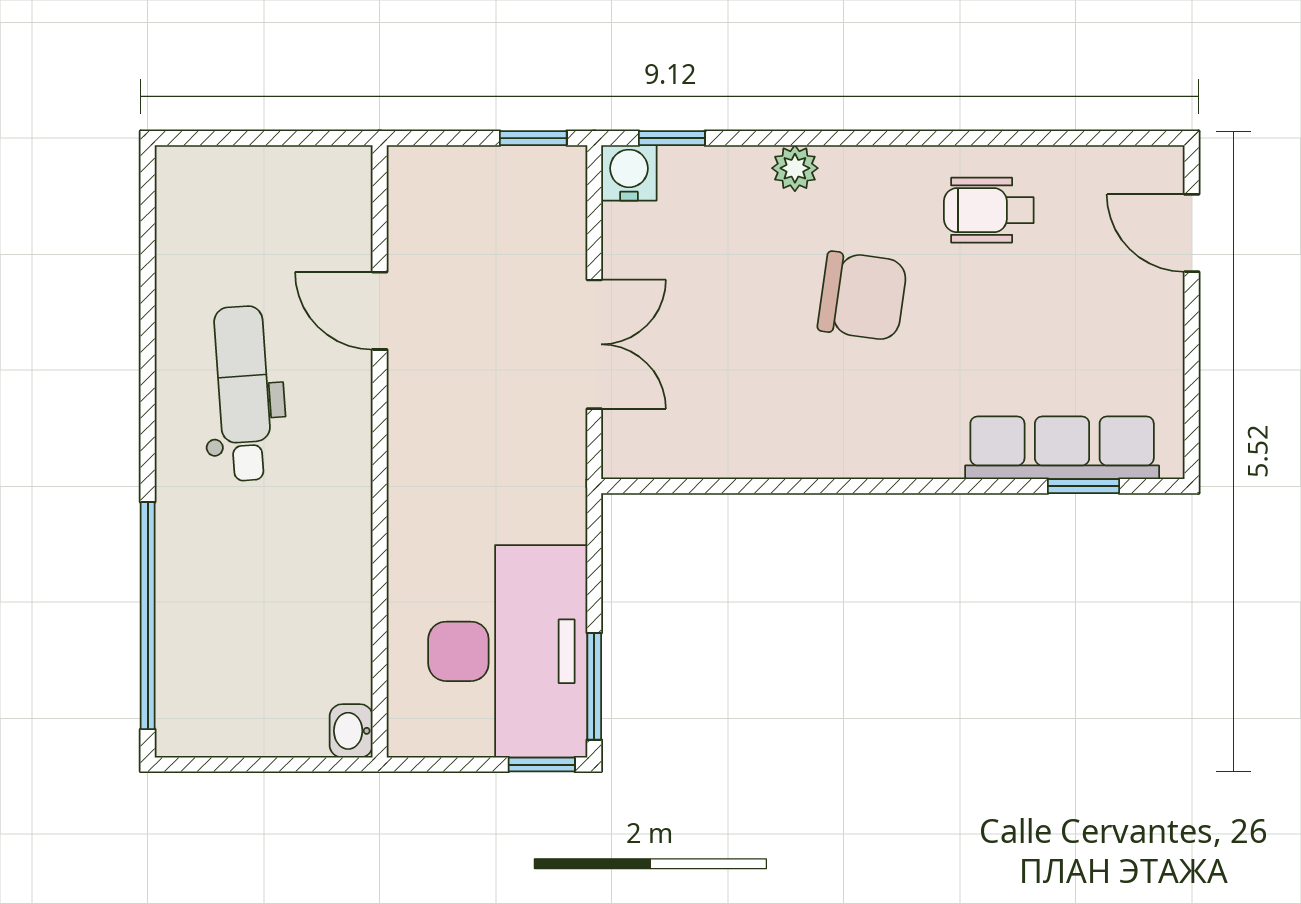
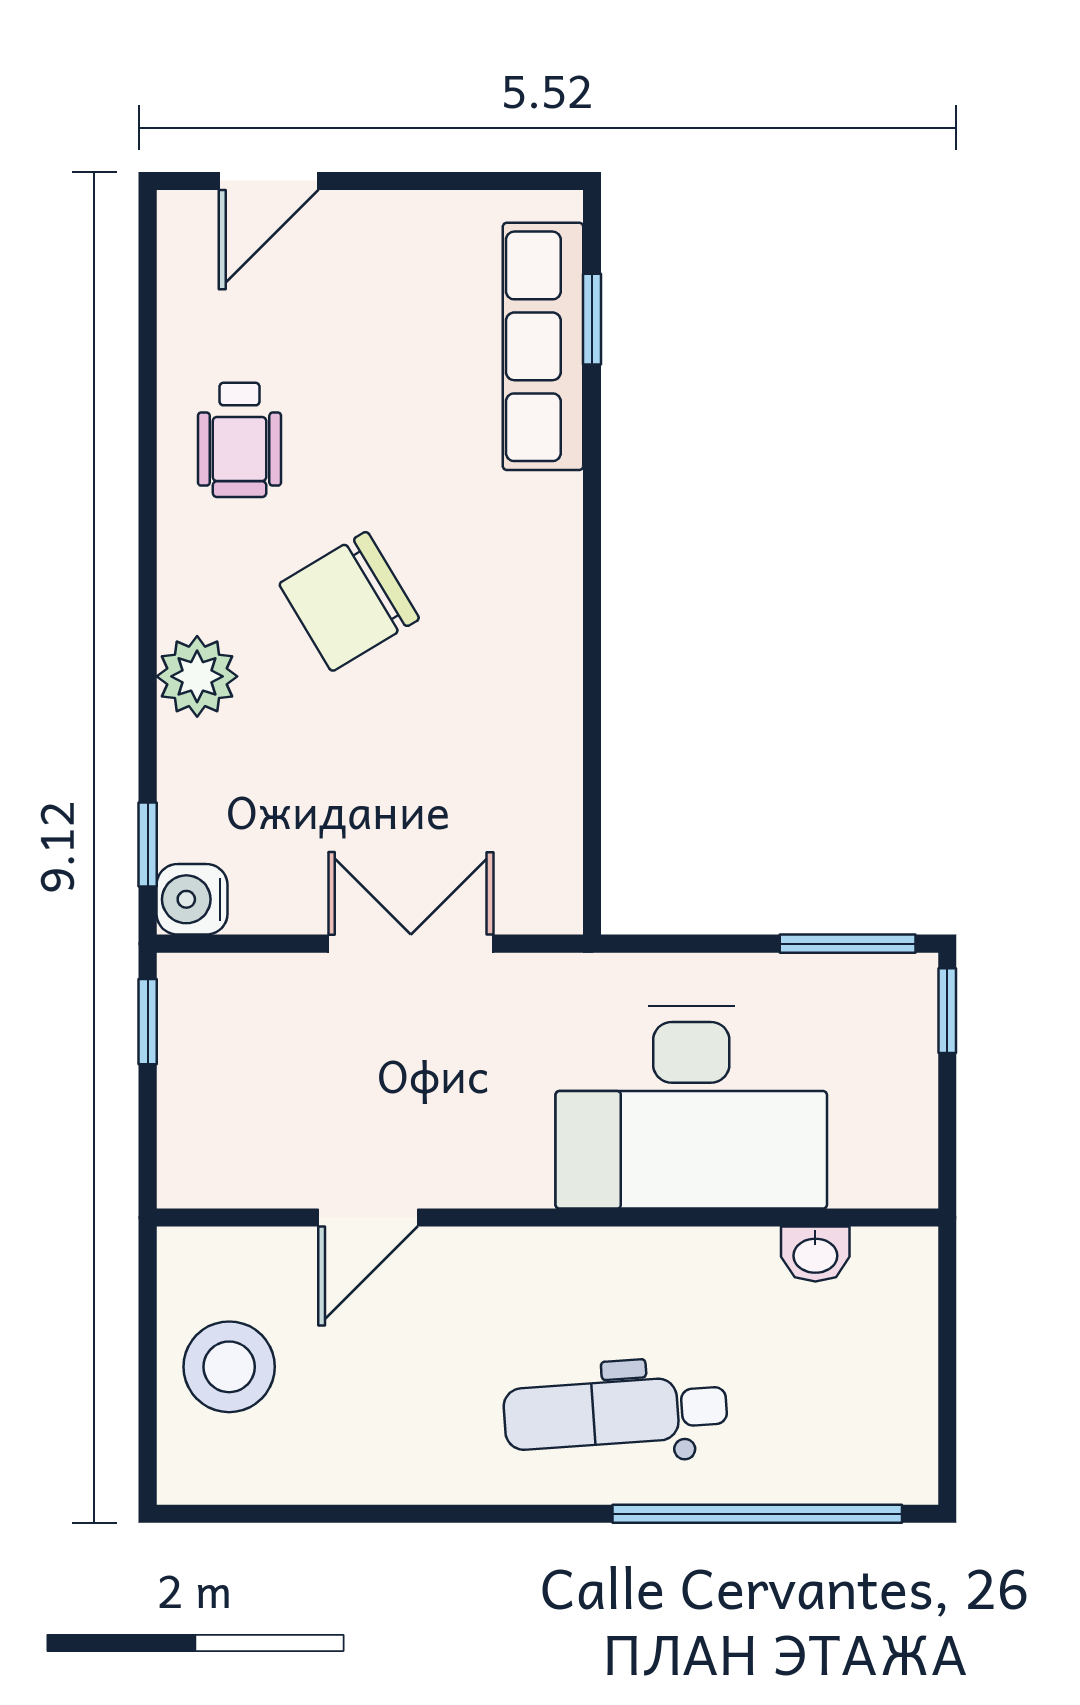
plant: (795, 168) -> (197, 676), width x1.38, depth x1.38
stool: (263, 202) -> (229, 1367), added
chair: (862, 296) -> (349, 601), turned -129
dental chair: (243, 393) -> (615, 1413), moved
desk: (508, 651) -> (691, 1107), moved, turned 180
washbasin: (351, 731) -> (815, 1254), moved

